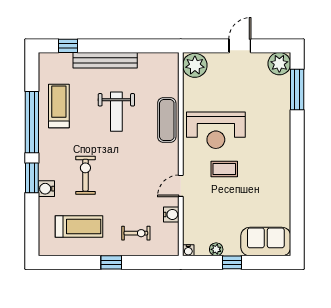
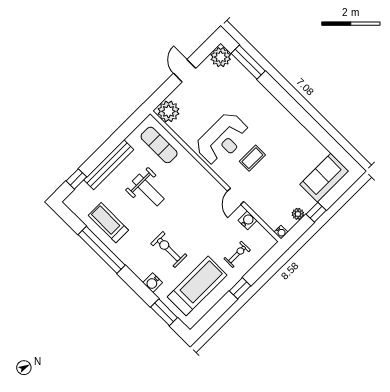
exercise mat: (167, 120) -> (159, 145), moved
window: (32, 178) -> (164, 312), moved
treadmill: (79, 226) -> (197, 286), width x1.37, depth x1.37

